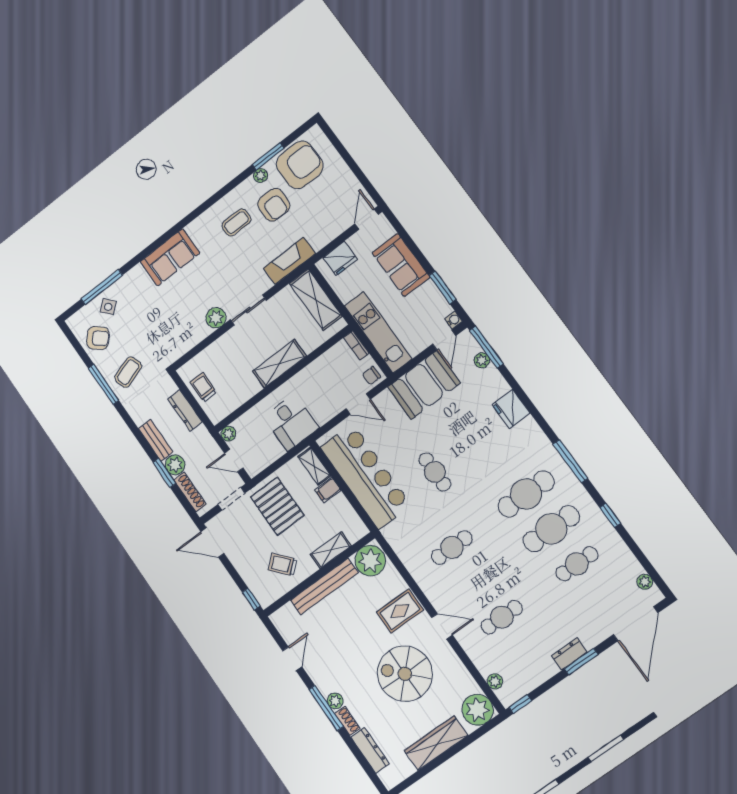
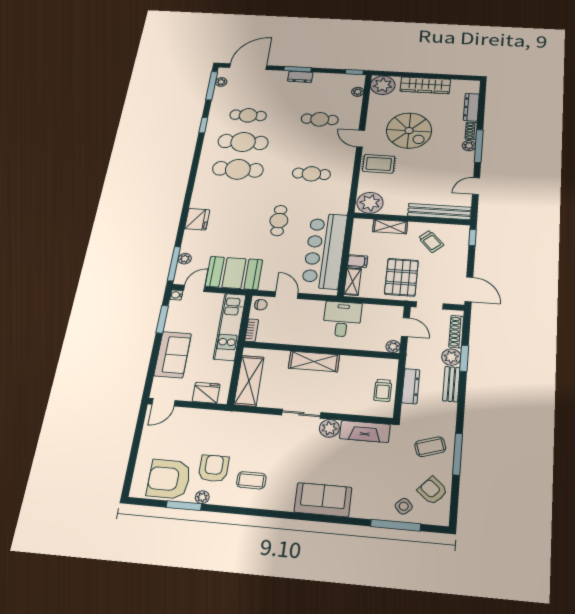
fireplace: (289, 261) -> (365, 432), moved
window: (570, 461) -> (212, 86), moved
bench: (324, 586) -> (439, 212), moved

